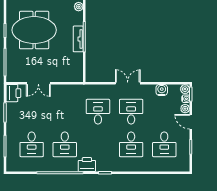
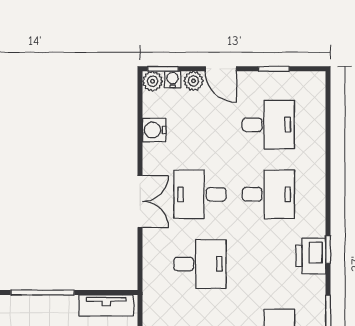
tv unit: (78, 39) -> (106, 305), moved
double door: (128, 83) -> (140, 202), swing flipped
desk: (98, 112) -> (200, 264), turned 180
door: (191, 122) -> (221, 69), hinge flipped
printer: (87, 165) -> (311, 256), moved

